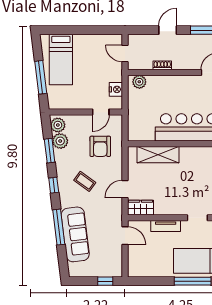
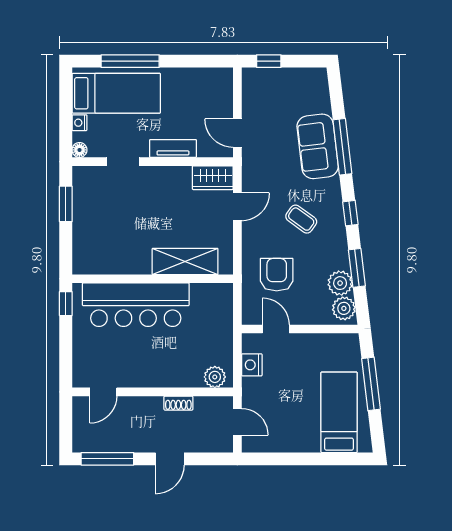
door: (101, 112) -> (276, 329), hinge flipped
sofa: (75, 234) -> (318, 146), width x0.73

